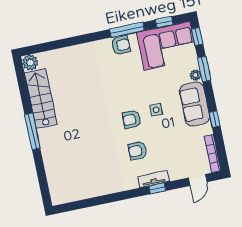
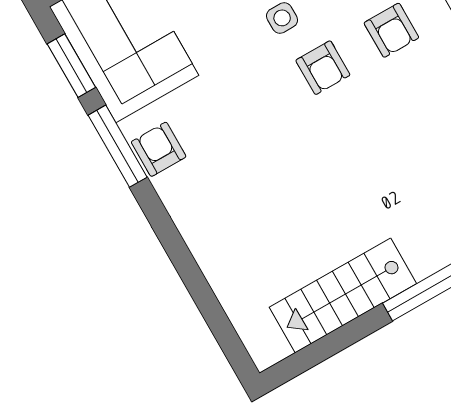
window: (164, 22) -> (71, 66), width x1.50
plant: (30, 62) -> (267, 347), removed

